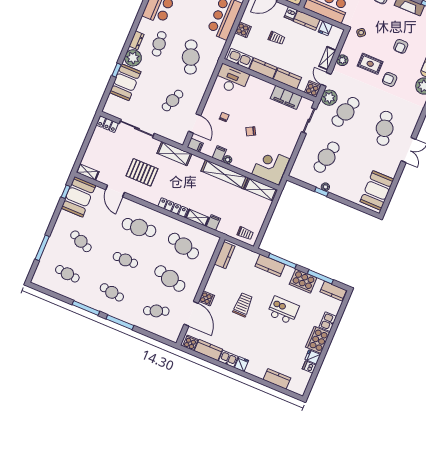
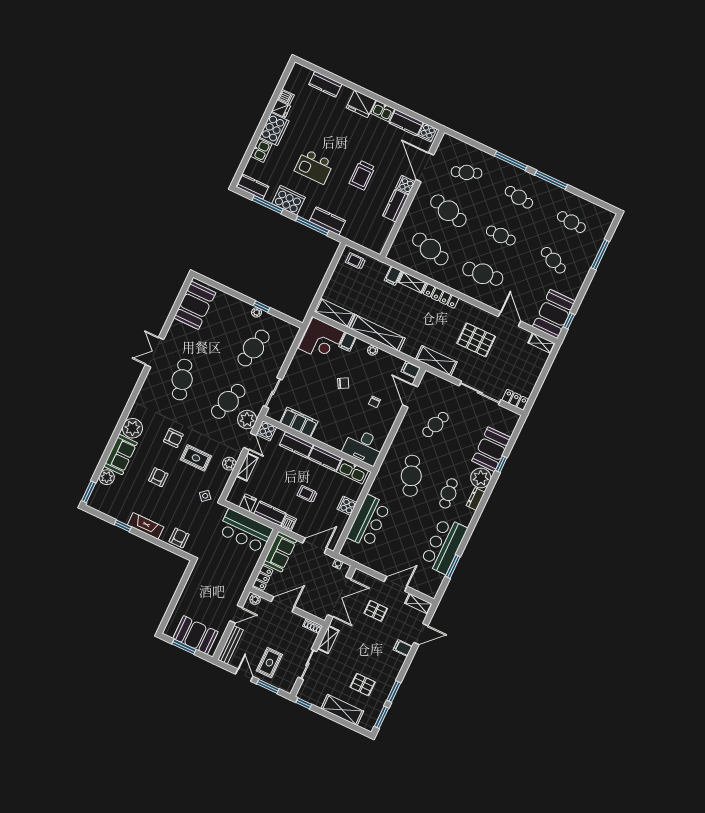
filing cabinet: (219, 154) -> (348, 342), moved
kitchen counter: (225, 255) -> (396, 206), moved
fridge: (242, 364) -> (361, 104), width x1.88, depth x1.34

